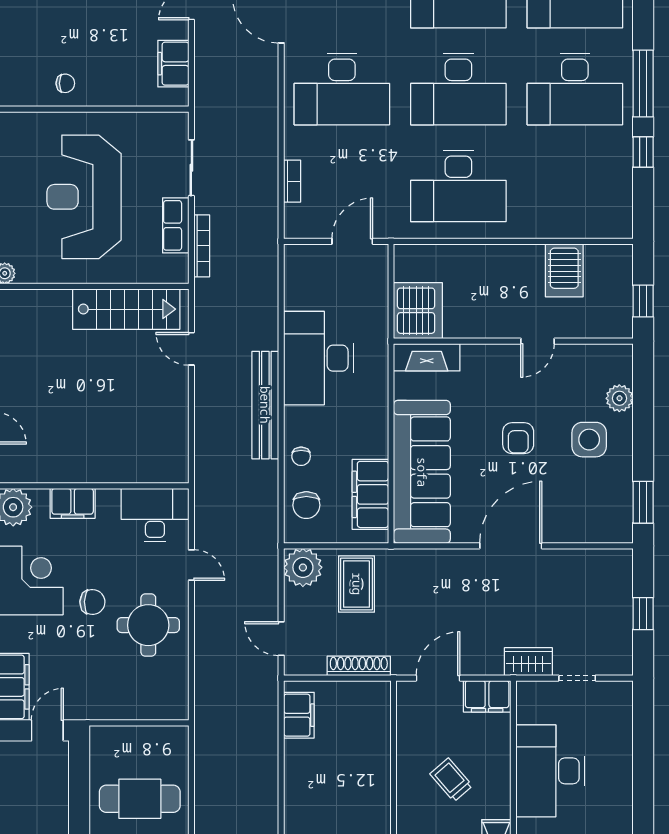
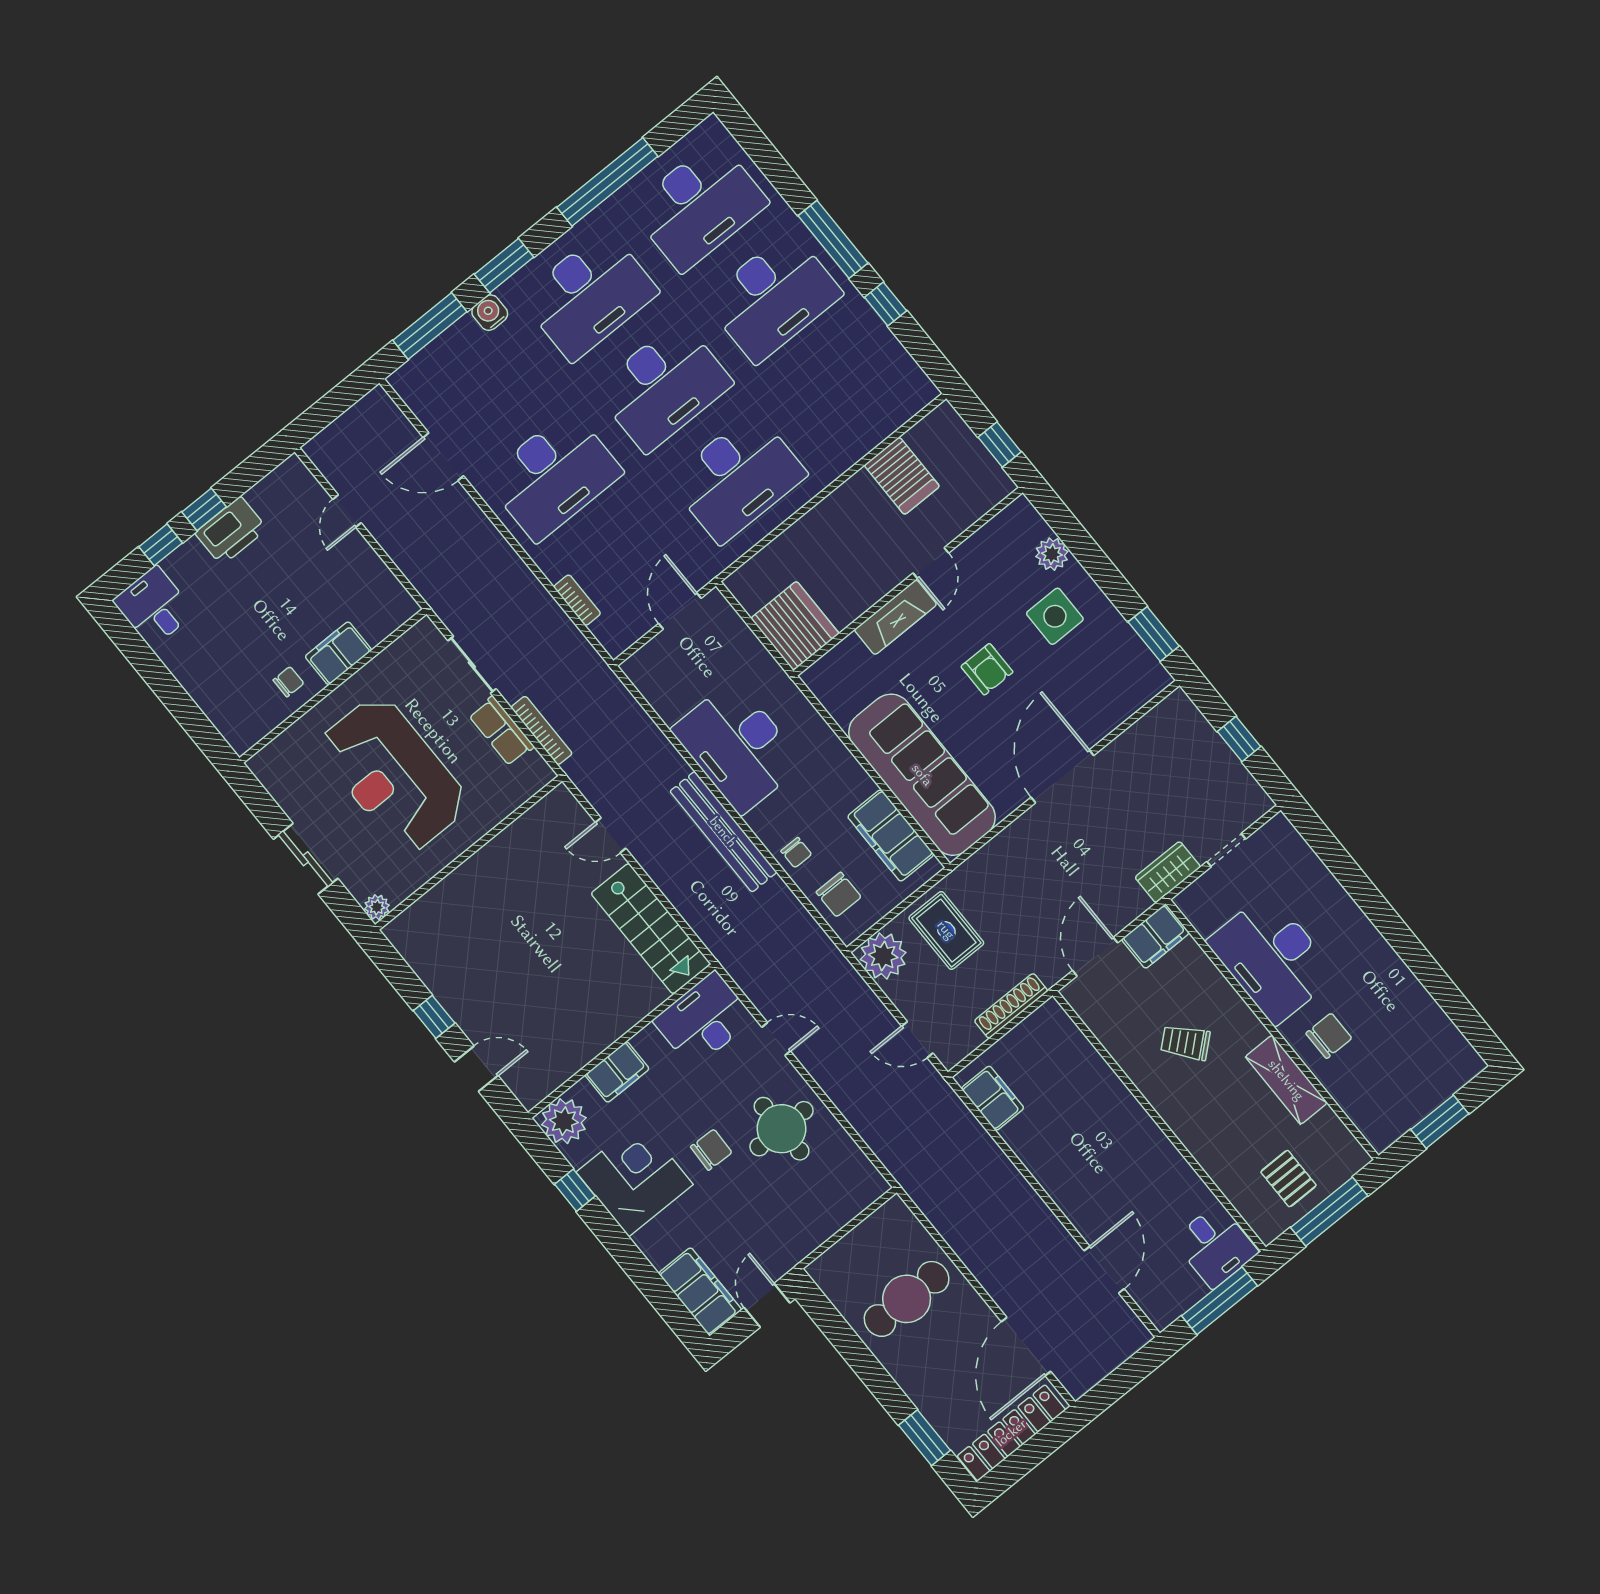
filing cabinet: (173, 64) -> (338, 653), moved, turned 90
stairs: (126, 309) -> (651, 929), moved, turned 90
fireplace: (427, 357) -> (895, 617), moved

